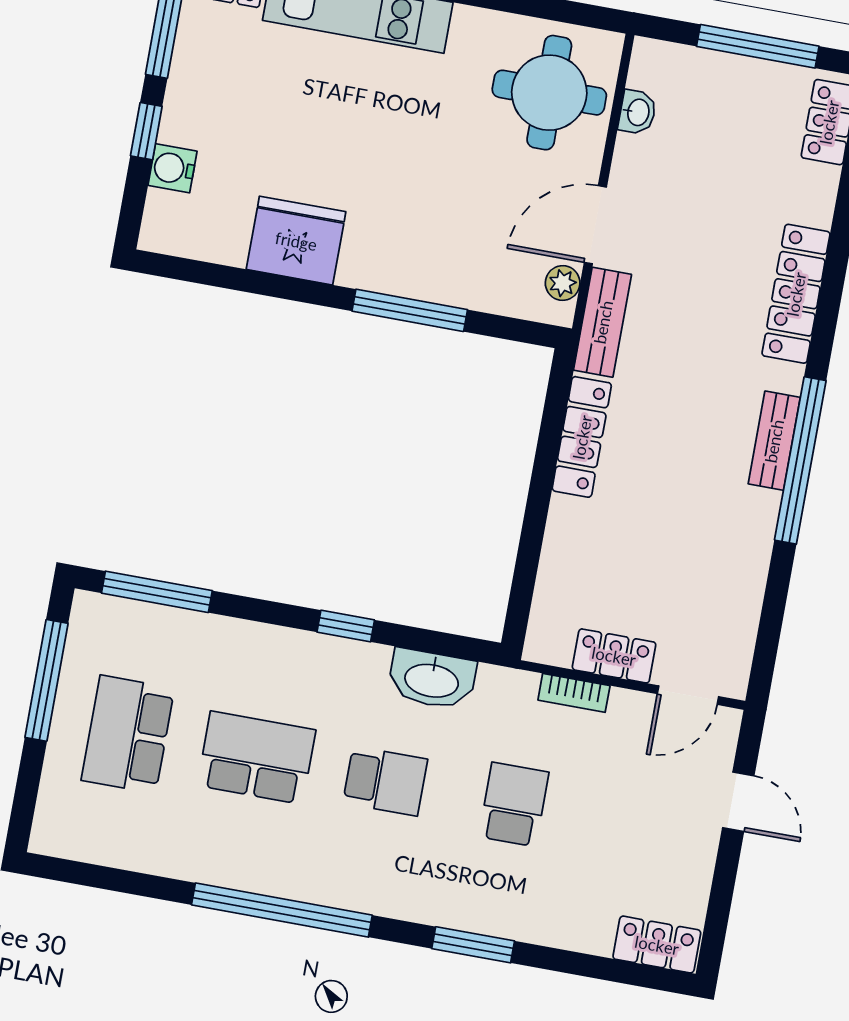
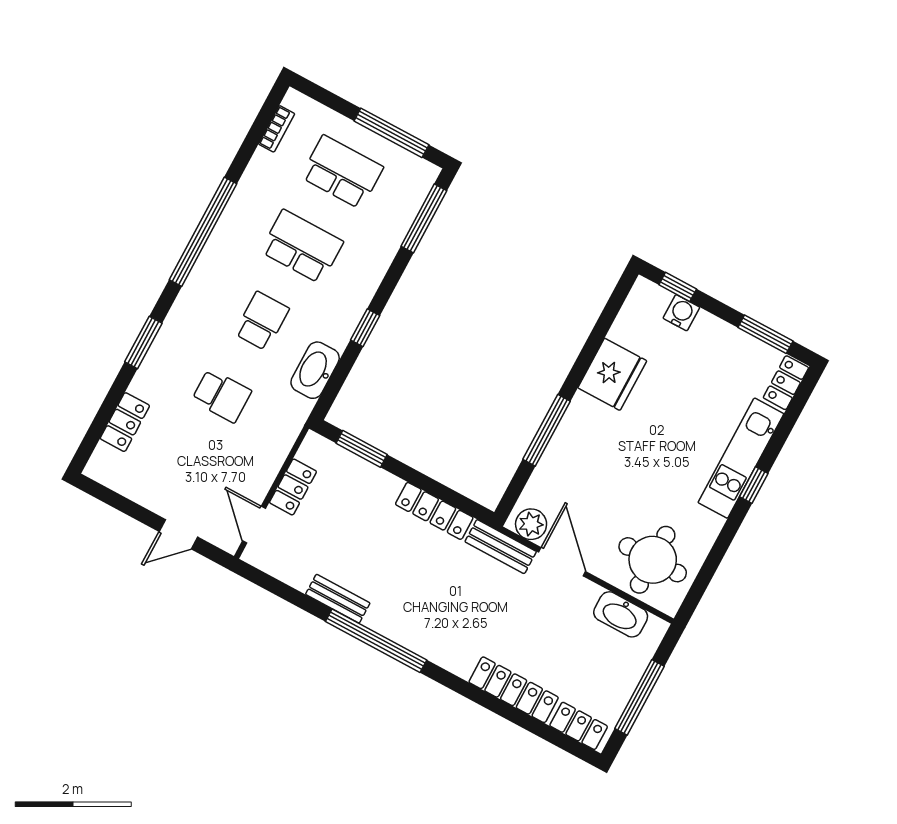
washbasin: (637, 112) -> (621, 614), width x1.91, depth x1.45
window: (146, 131) -> (678, 287), moved
plant: (563, 283) -> (531, 524), width x1.38, depth x1.38
locker: (796, 294) -> (514, 690), moved
bench: (774, 441) -> (338, 599), moved
window: (525, 573) -> (362, 449), added
bookcase: (574, 693) -> (277, 129), moved, turned 180
school desk: (256, 758) -> (302, 247), turned -90
school desk: (385, 781) -> (262, 321), turned 180
locker: (657, 945) -> (125, 422), moved

